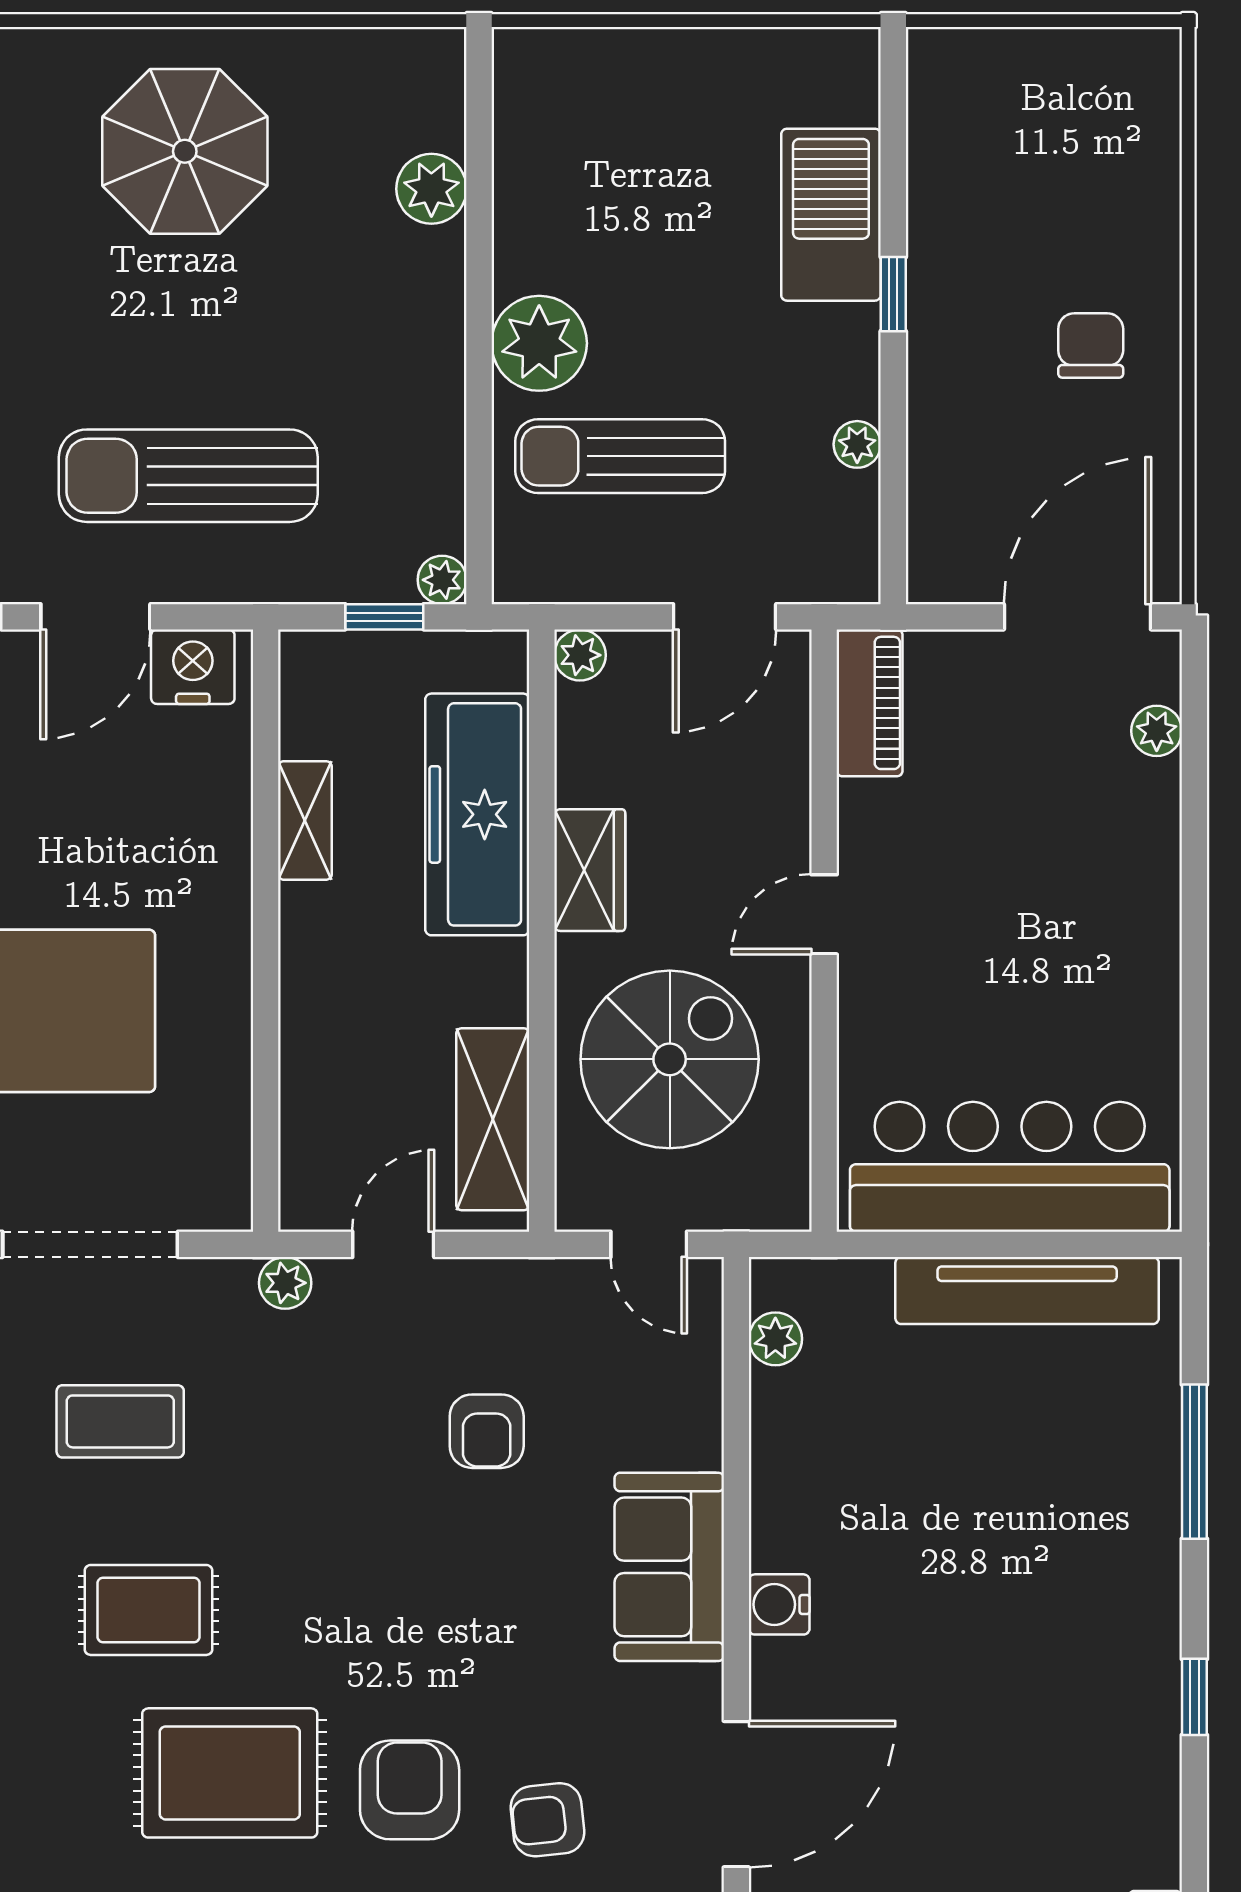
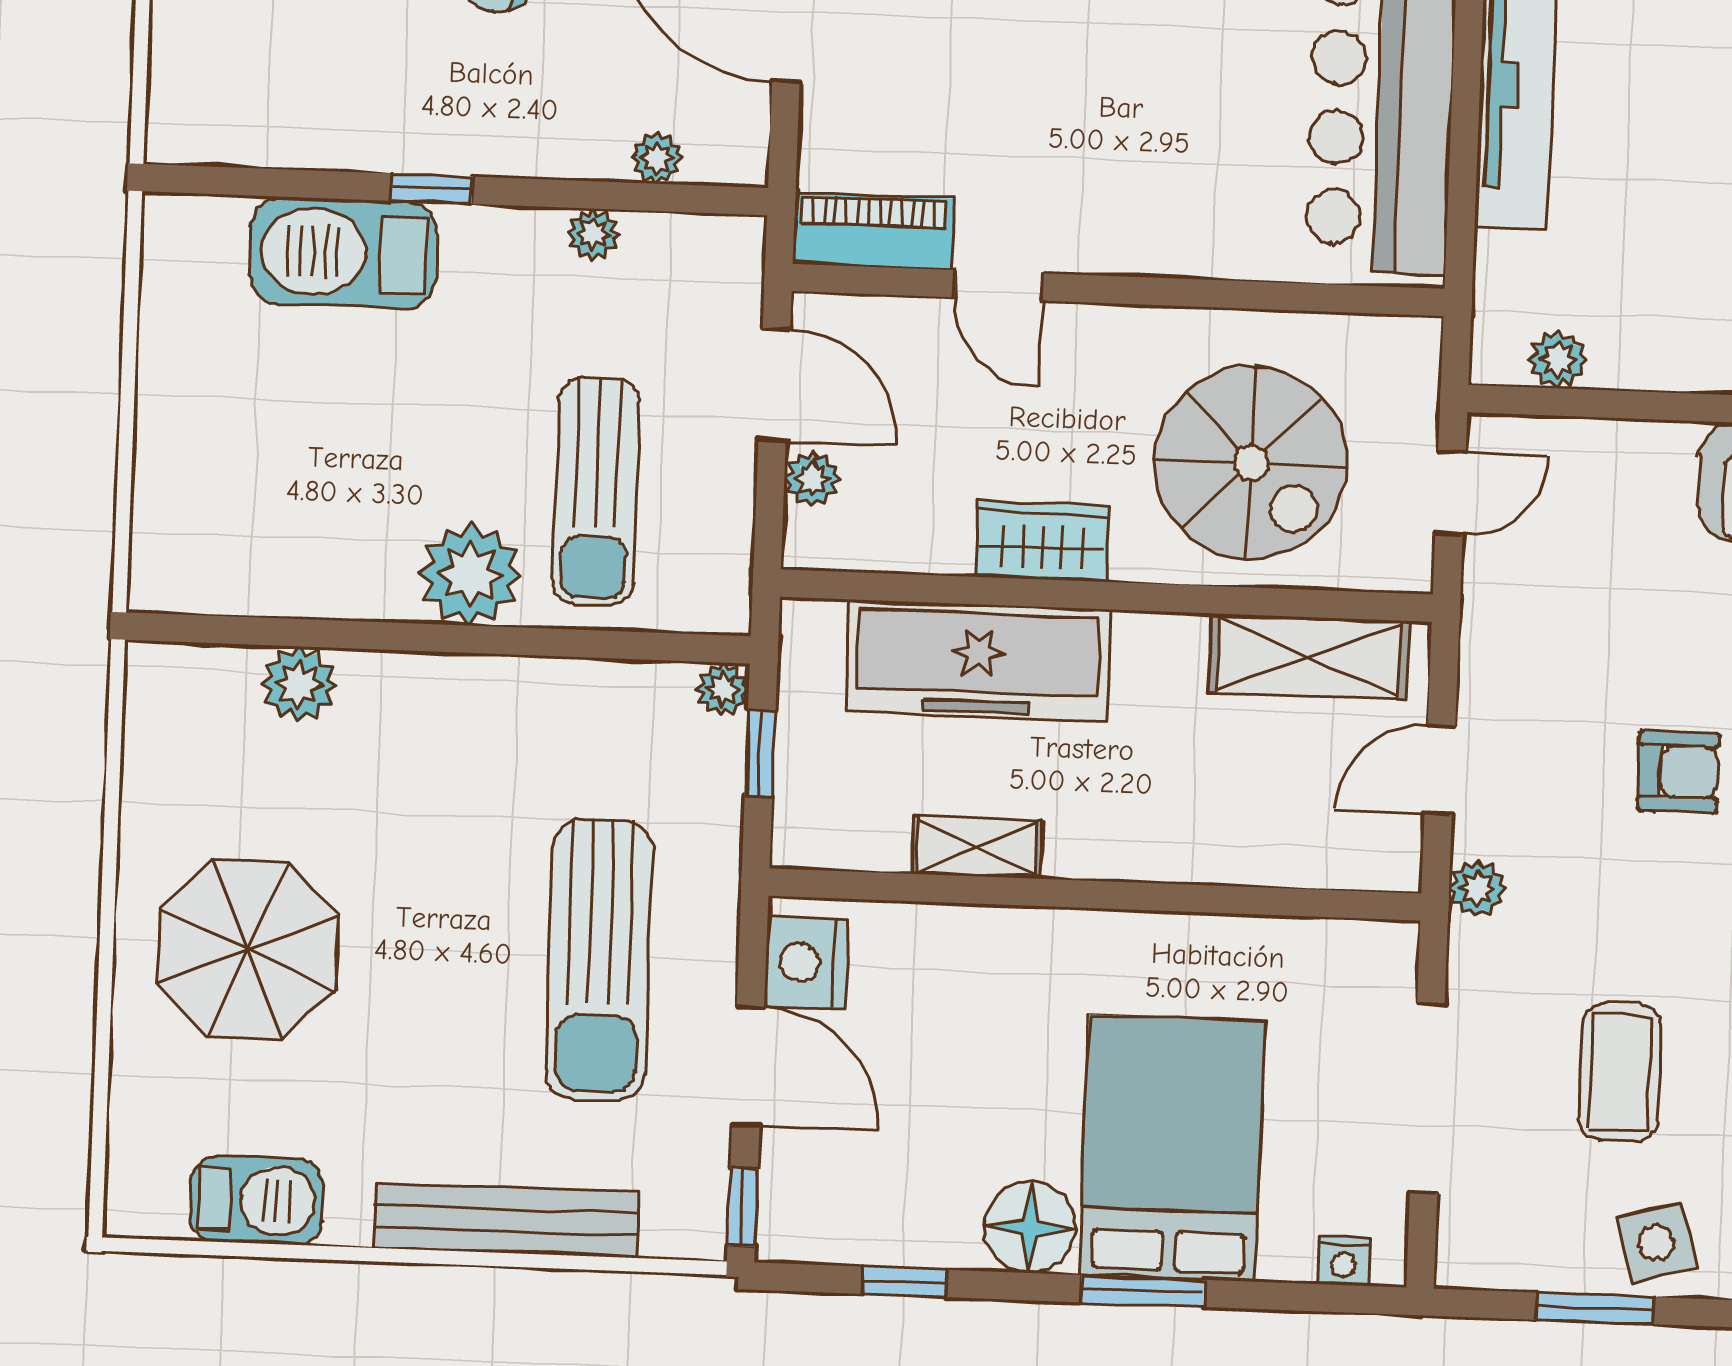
plant: (929, 500) -> (657, 158), added
plant: (580, 655) -> (812, 479), moved
door: (824, 914) -> (999, 285), moved
spiral stairs: (670, 1059) -> (1251, 463), turned 180
door: (393, 1244) -> (1440, 770), hinge flipped
armchair: (487, 1431) -> (1678, 772), moved

